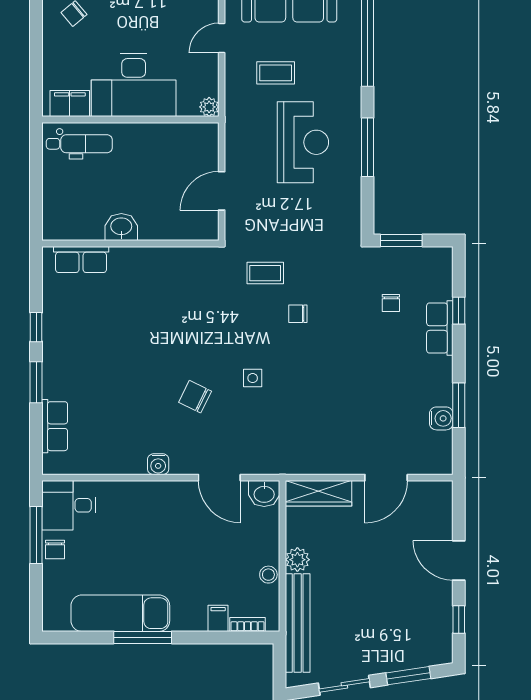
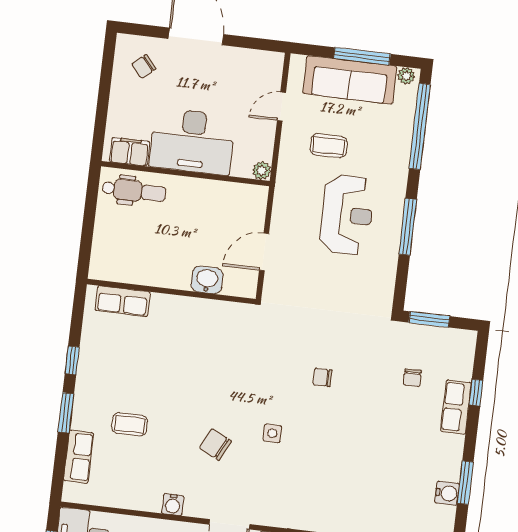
washbasin: (121, 227) -> (207, 280), moved
coffee table: (265, 273) -> (130, 424), moved

